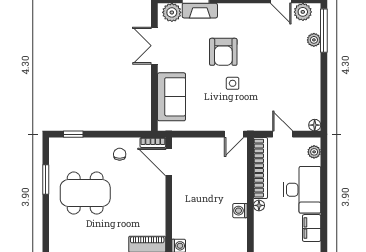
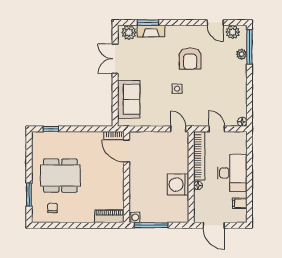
armchair: (223, 52) -> (190, 59), moved
door: (234, 134) -> (178, 129), swing flipped
plant: (314, 152) -> (242, 143), removed
chair: (120, 154) -> (52, 208), moved
window: (46, 180) -> (29, 195), moved
washing machine: (240, 211) -> (178, 184), width x1.89, depth x1.89
filing cabinet: (312, 228) -> (240, 203), width x0.50

